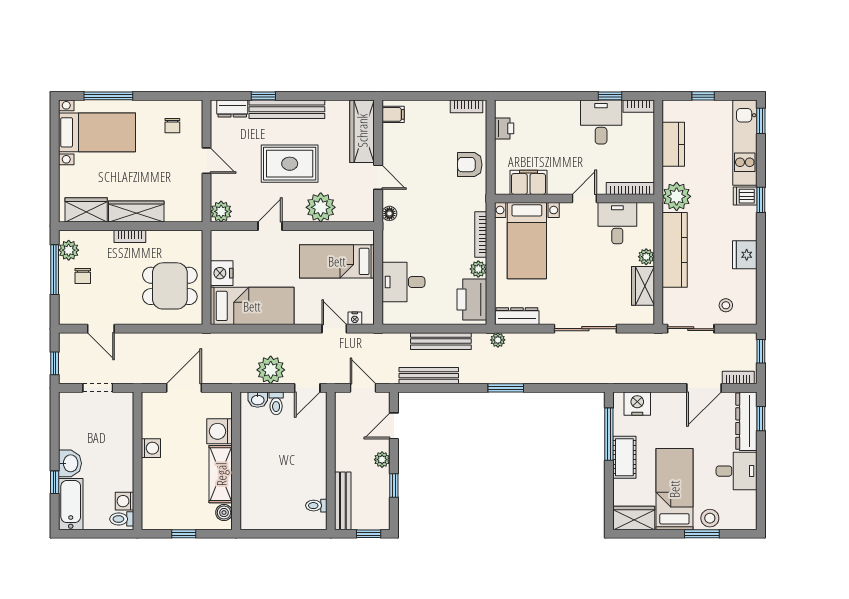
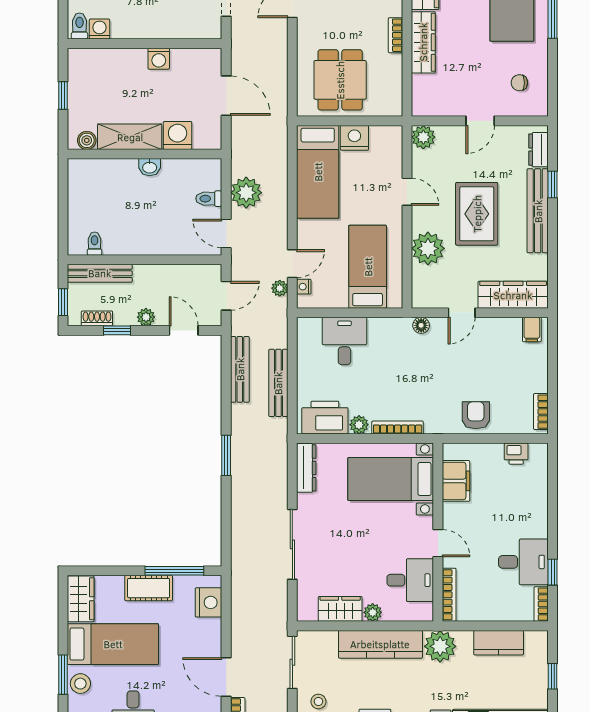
plant: (498, 340) -> (280, 288), moved
washbasin: (258, 400) -> (150, 167), moved, turned -90
shoe rack: (383, 503) -> (97, 318), added

